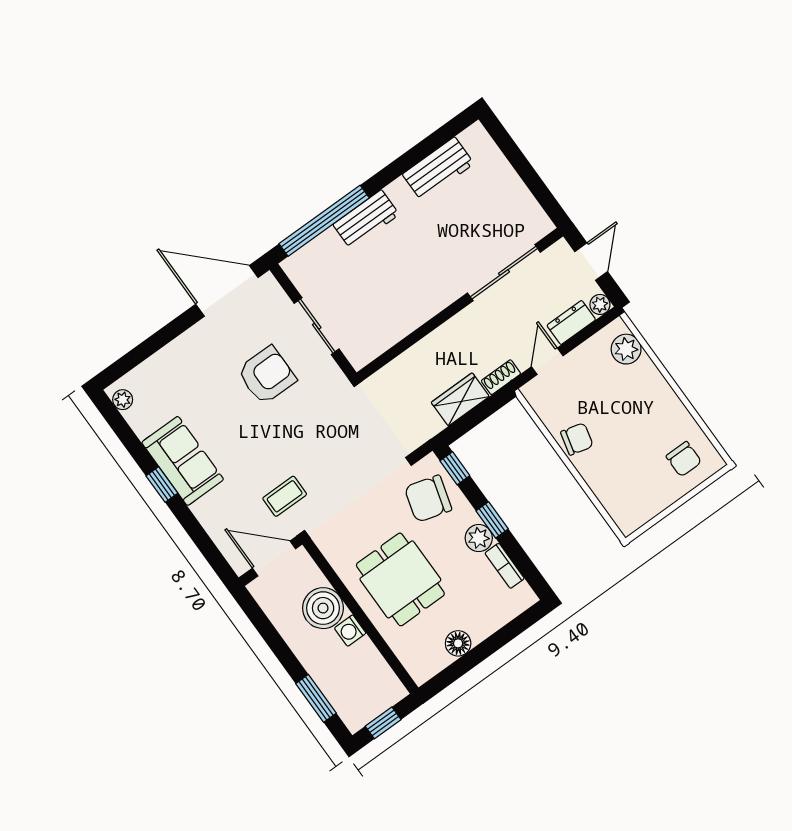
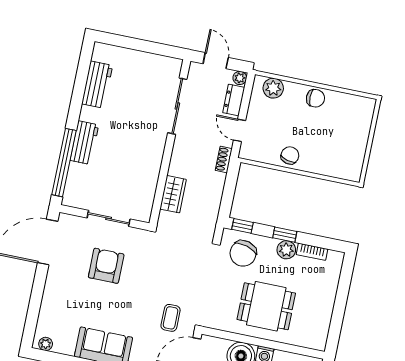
wardrobe: (460, 399) -> (173, 194), moved, turned 180
chair: (684, 459) -> (315, 98), moved
floor lamp: (458, 643) -> (324, 312), removed

